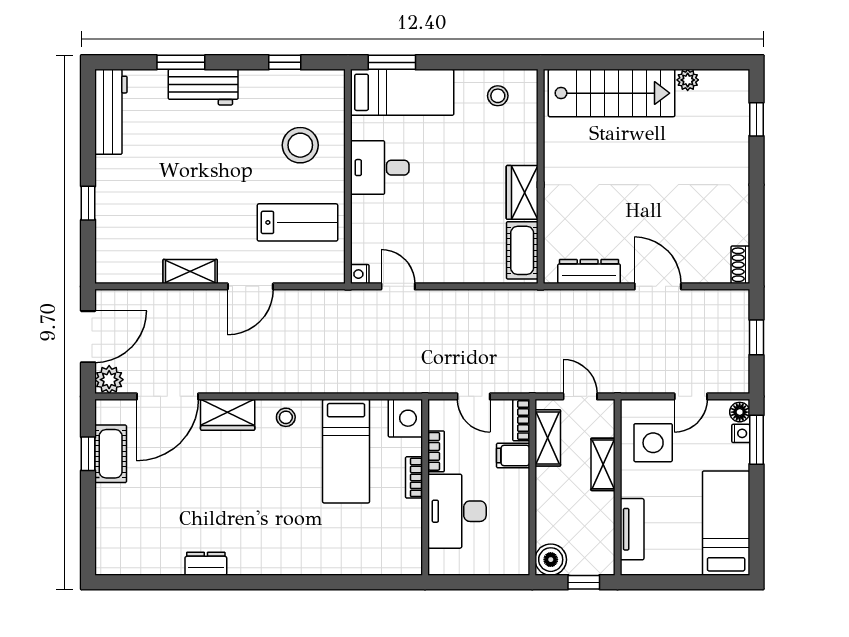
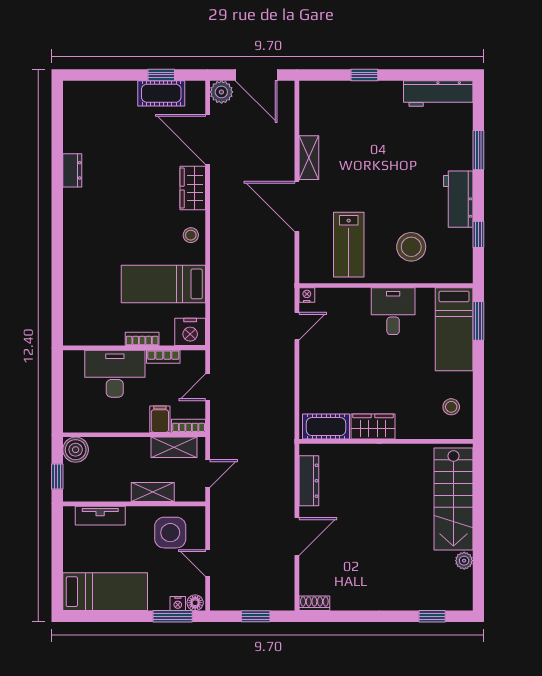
workbench: (203, 87) -> (458, 199), moved
door: (250, 286) -> (297, 206), width x1.36

